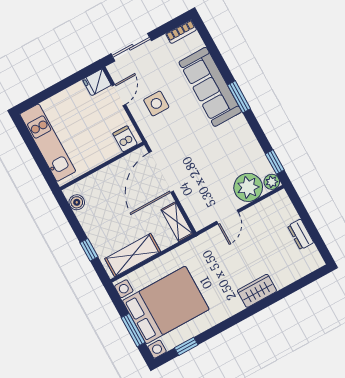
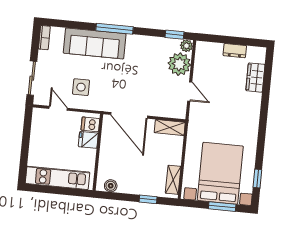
fridge: (97, 82) -> (88, 140), moved, turned 90
window: (239, 97) -> (114, 29), width x1.44
shelving: (133, 255) -> (173, 180), width x0.67, depth x0.75
wardrobe: (257, 291) -> (255, 78), moved

